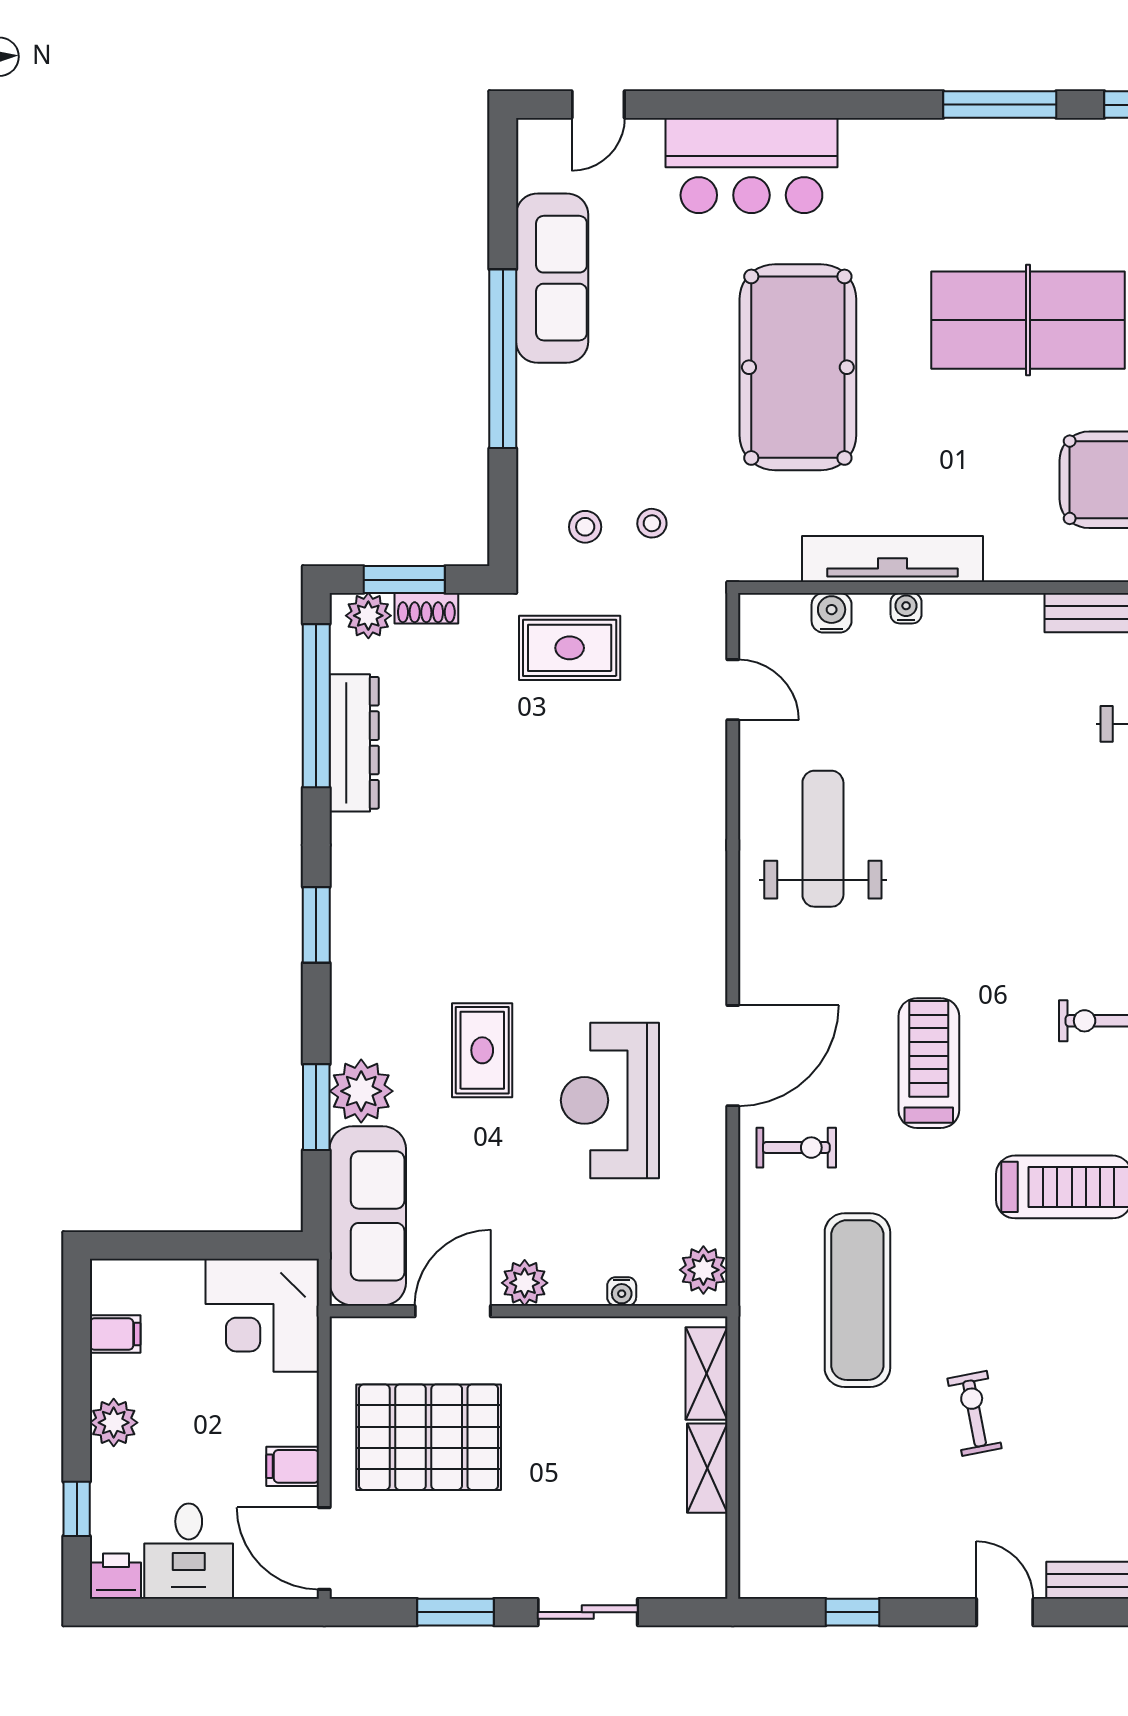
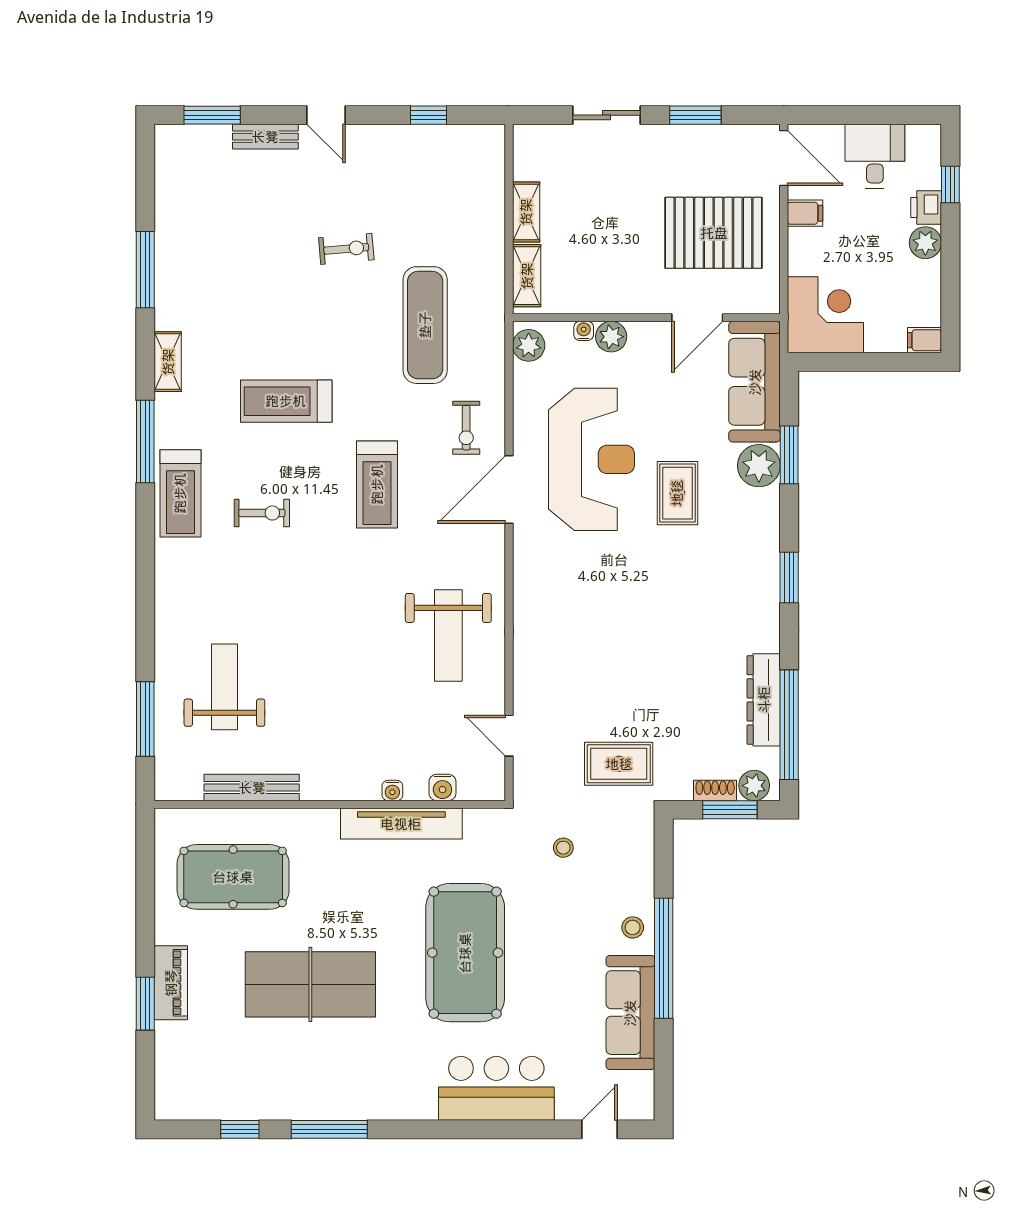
stool: (585, 527) -> (633, 927), moved
reception desk: (610, 1100) -> (592, 459), width x1.36, depth x1.30
exercise bike: (796, 1148) -> (466, 428), turned -90
plant: (525, 1283) -> (611, 337), moved
filing cabinet: (115, 1334) -> (924, 340), moved
exercise bike: (975, 1413) -> (346, 249), turned -84
printer: (116, 1576) -> (926, 208), moved, turned 90

